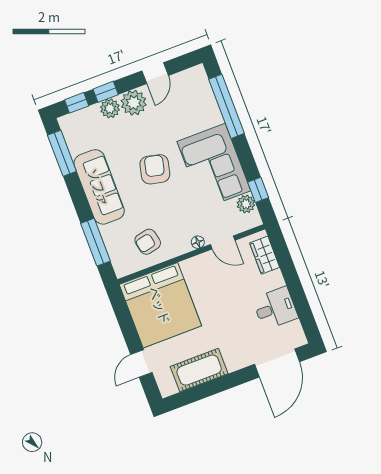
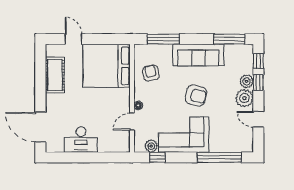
wardrobe: (265, 255) -> (113, 146), removed
desk: (275, 308) -> (81, 140), width x1.37

